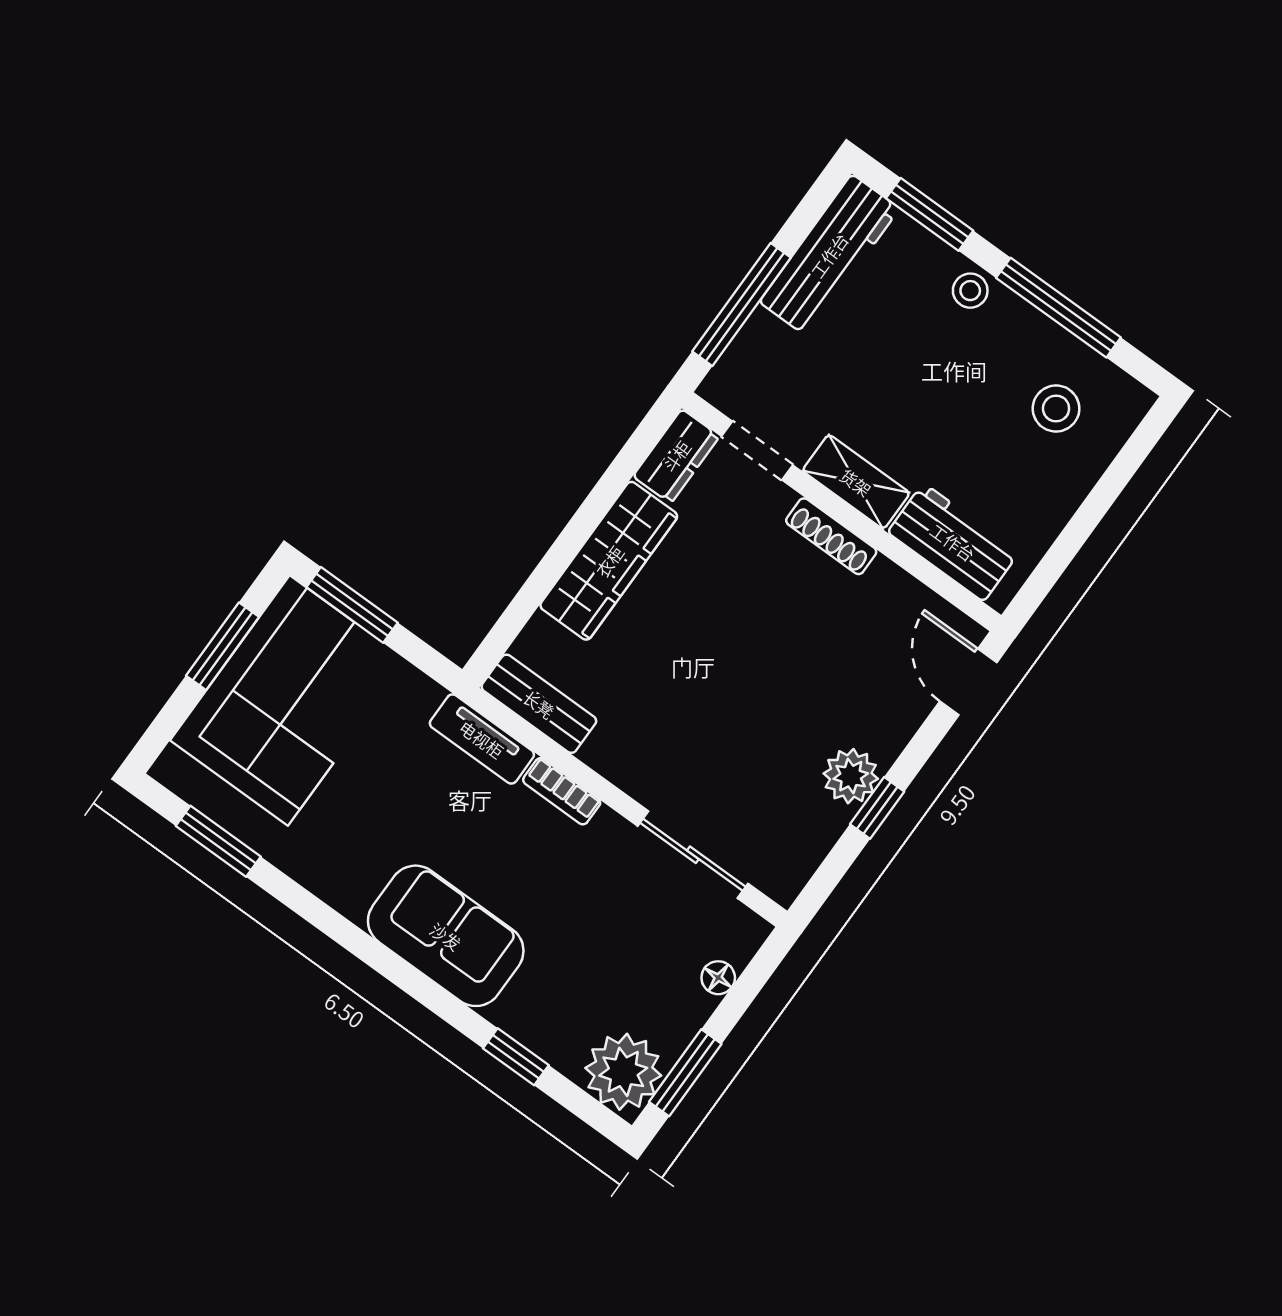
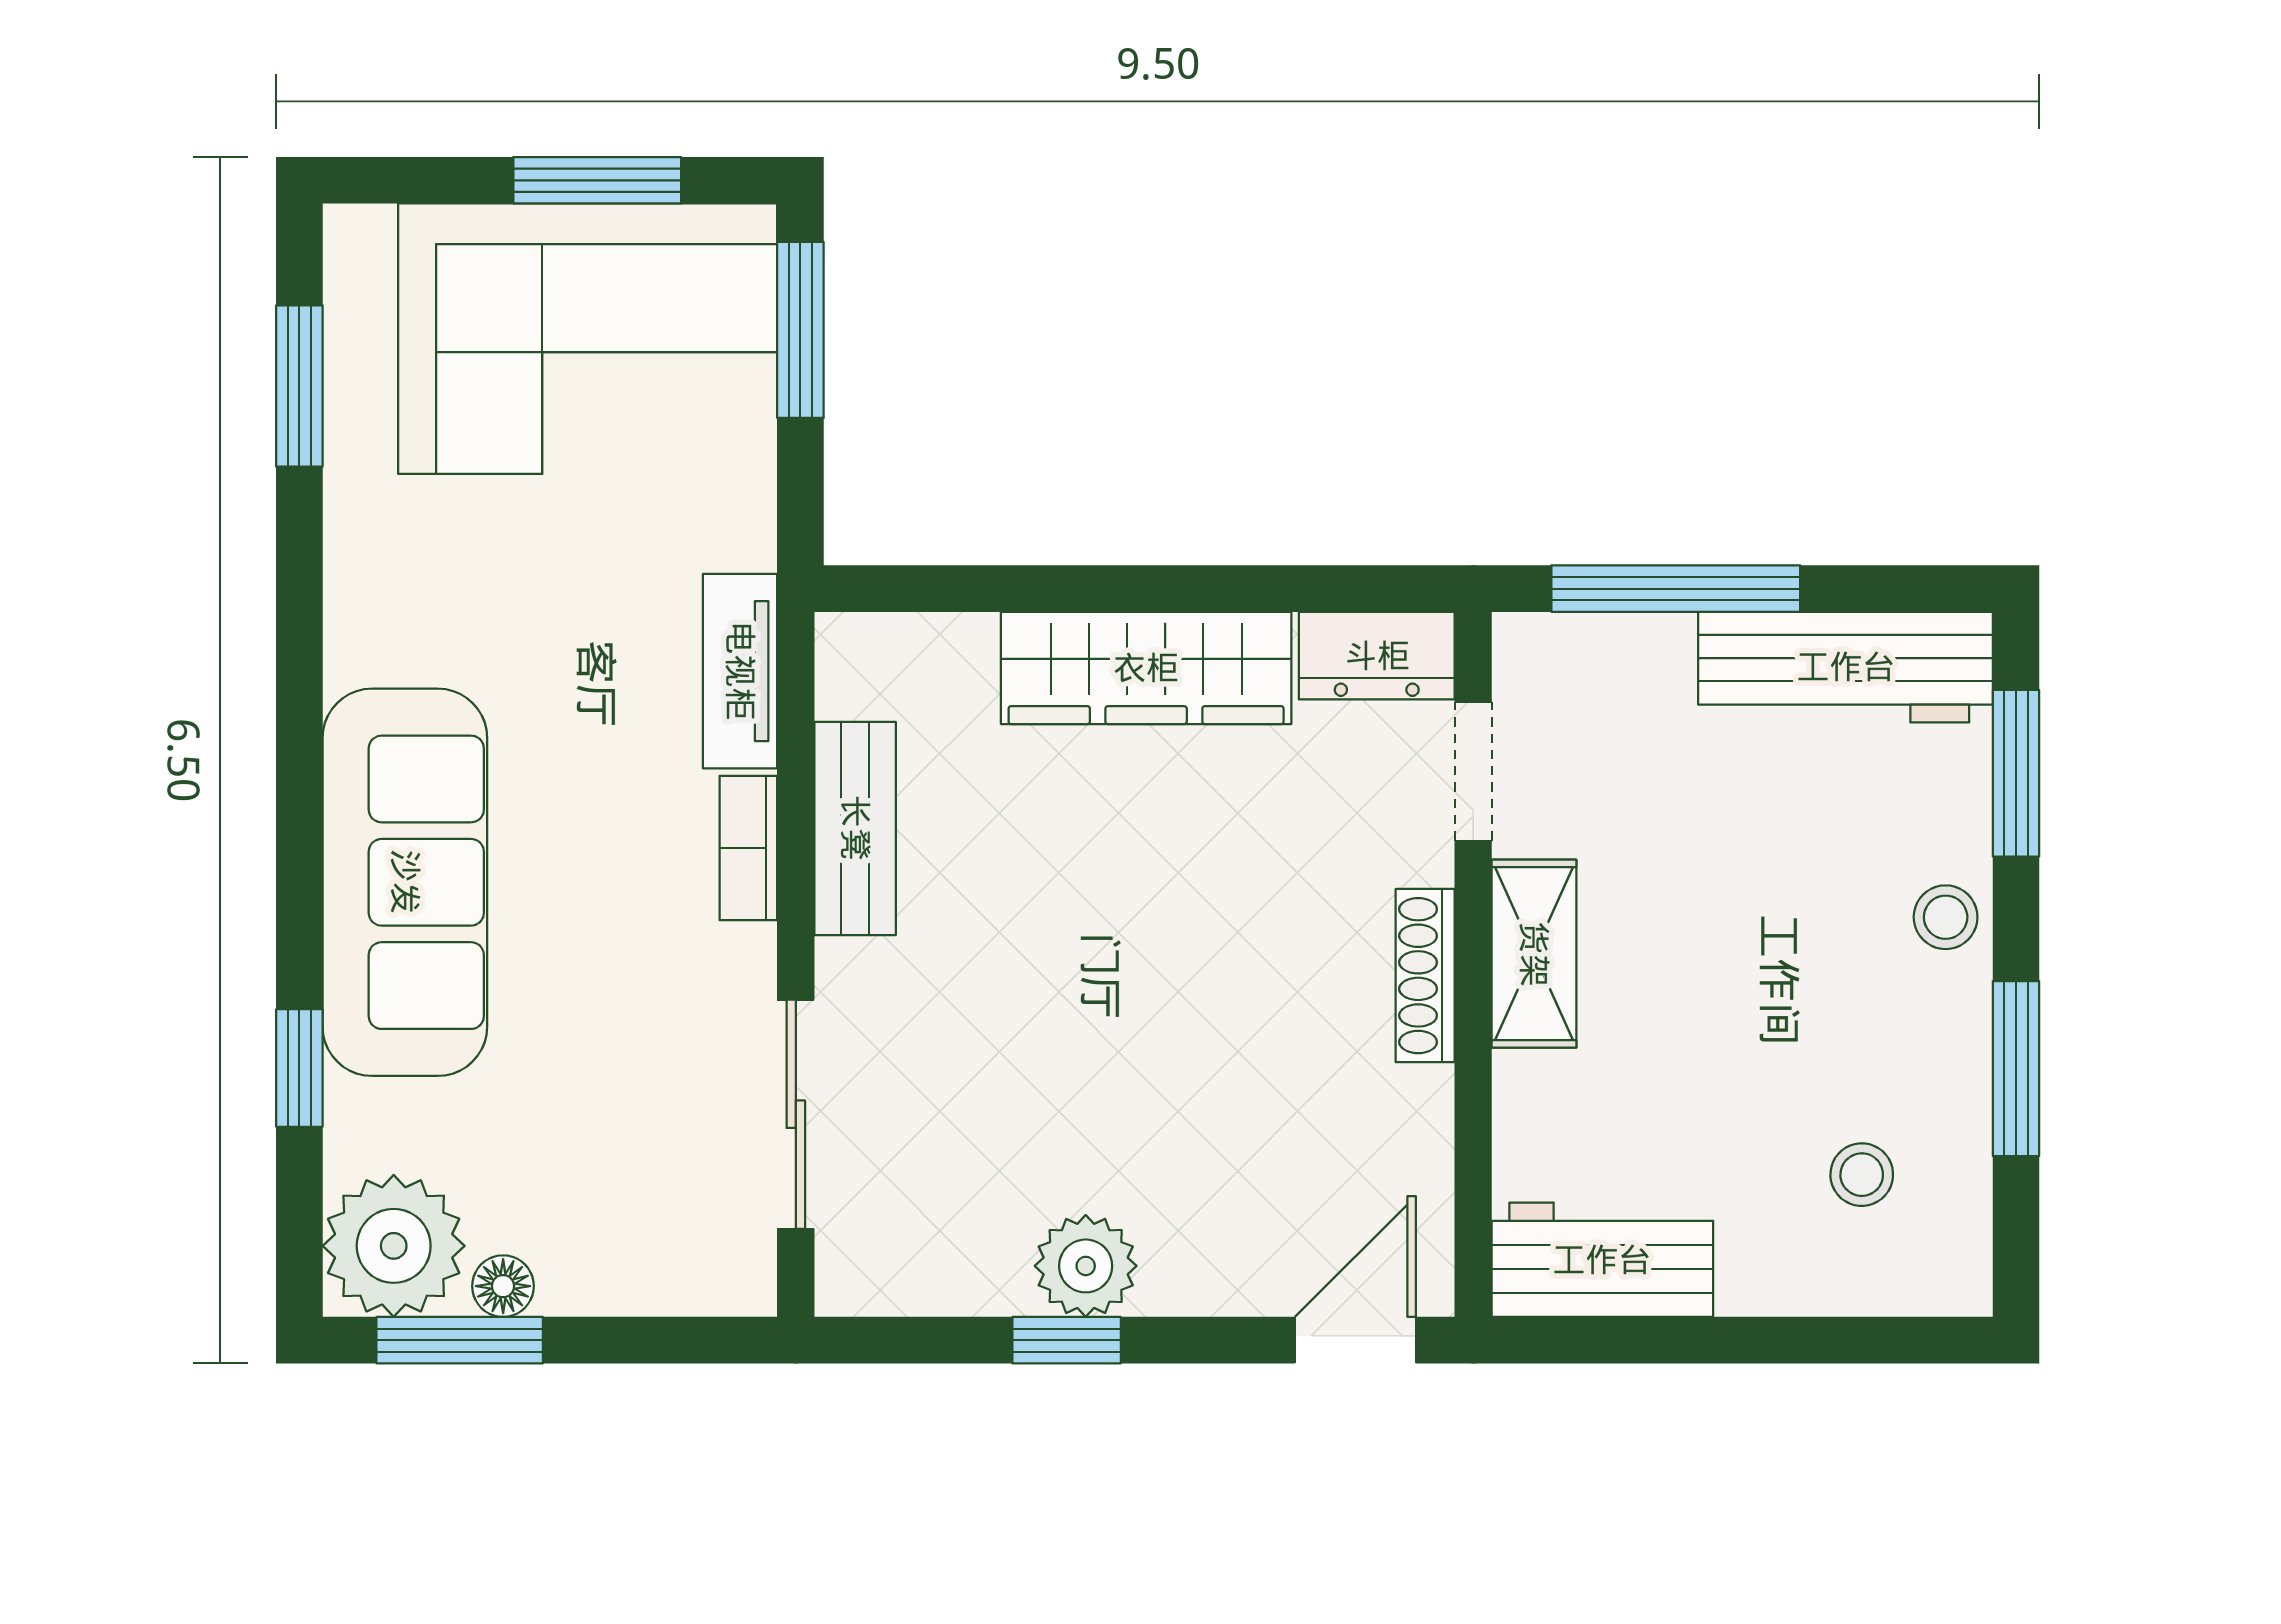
window: (1058, 308) -> (2016, 1069), width x0.69
stool: (1056, 409) -> (1862, 1175), width x0.73, depth x0.73
workbench: (953, 542) -> (1602, 1260), moved, turned -90
bench: (539, 704) -> (855, 828), moved
sofa: (446, 936) -> (405, 882), width x1.36
floor lamp: (718, 978) -> (503, 1286), moved

